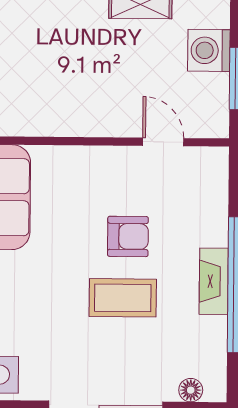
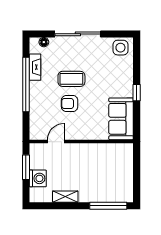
door: (163, 142) -> (56, 142), swing flipped
fireplace: (214, 281) -> (35, 67), moved

